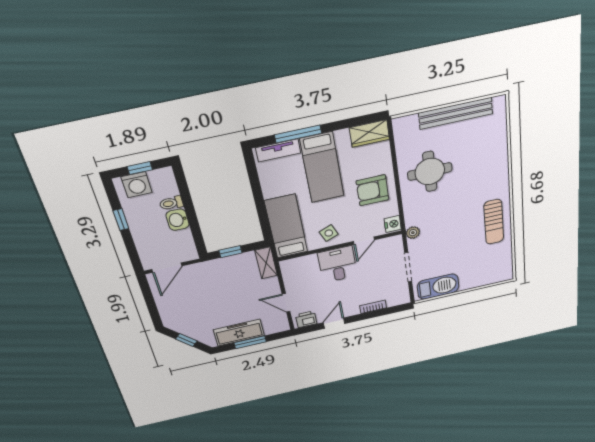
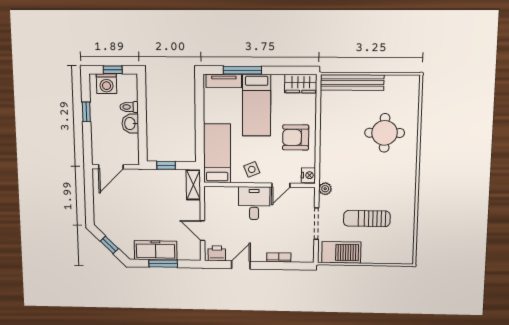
bench: (456, 113) -> (352, 83), moved
round table: (430, 171) -> (385, 133), moved
sun lounger: (494, 222) -> (367, 219), moved, turned 90

